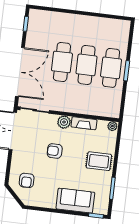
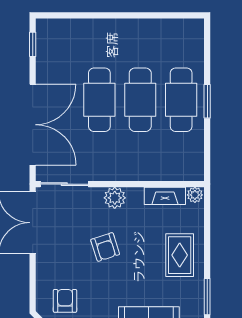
fireplace: (84, 123) -> (165, 196), moved
armchair: (55, 151) -> (105, 247), turned -108
rug: (99, 161) -> (180, 255), turned 90
armchair: (27, 180) -> (65, 301), turned 180

